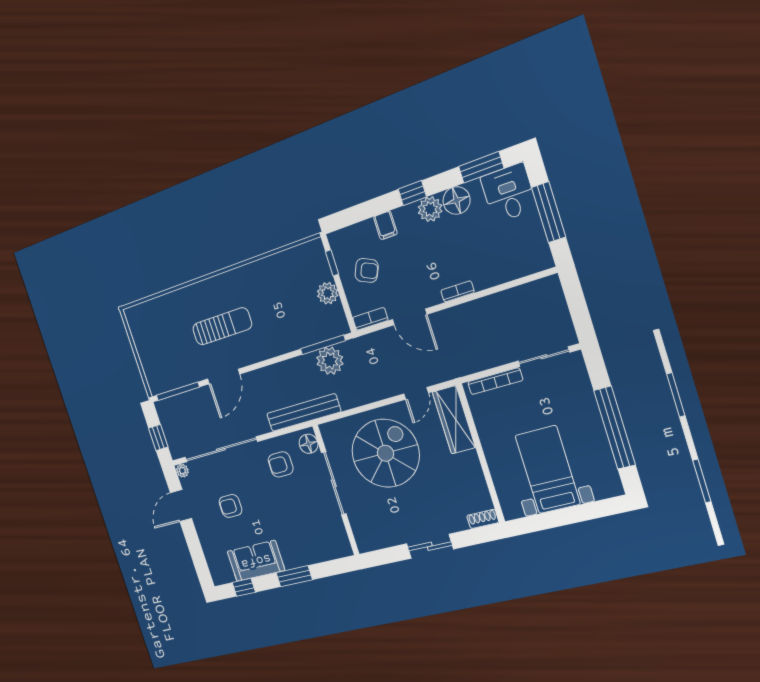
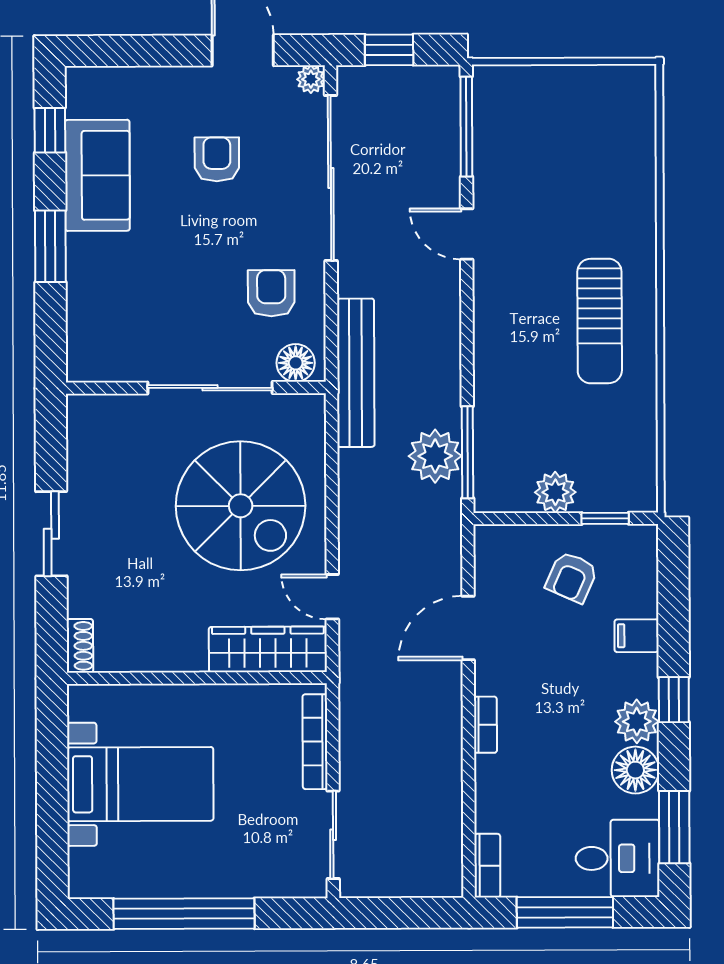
bookcase: (370, 319) -> (487, 866), moved
sun lounger: (222, 326) -> (600, 321), moved
door: (224, 377) -> (467, 234), width x0.73

